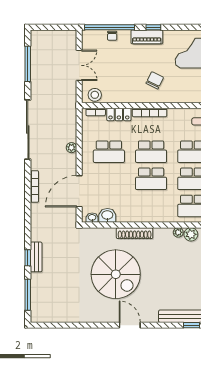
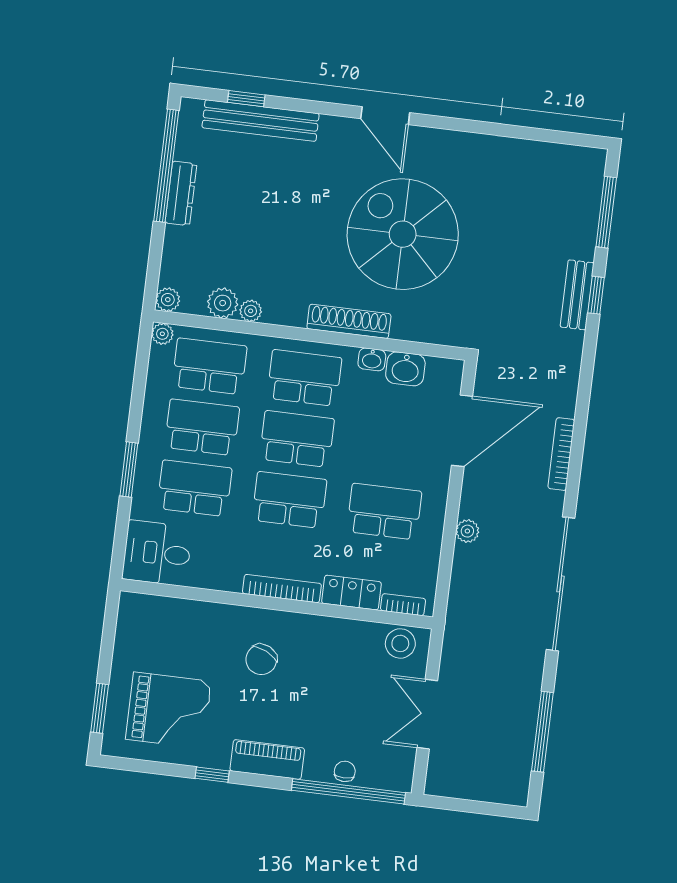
window: (153, 27) -> (212, 775), moved
school desk: (151, 206) -> (304, 378), added
washbasin: (92, 218) -> (372, 359), moved

